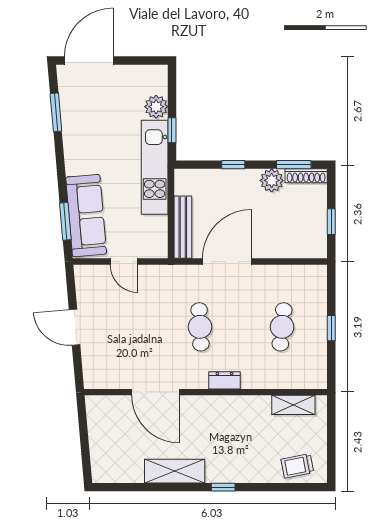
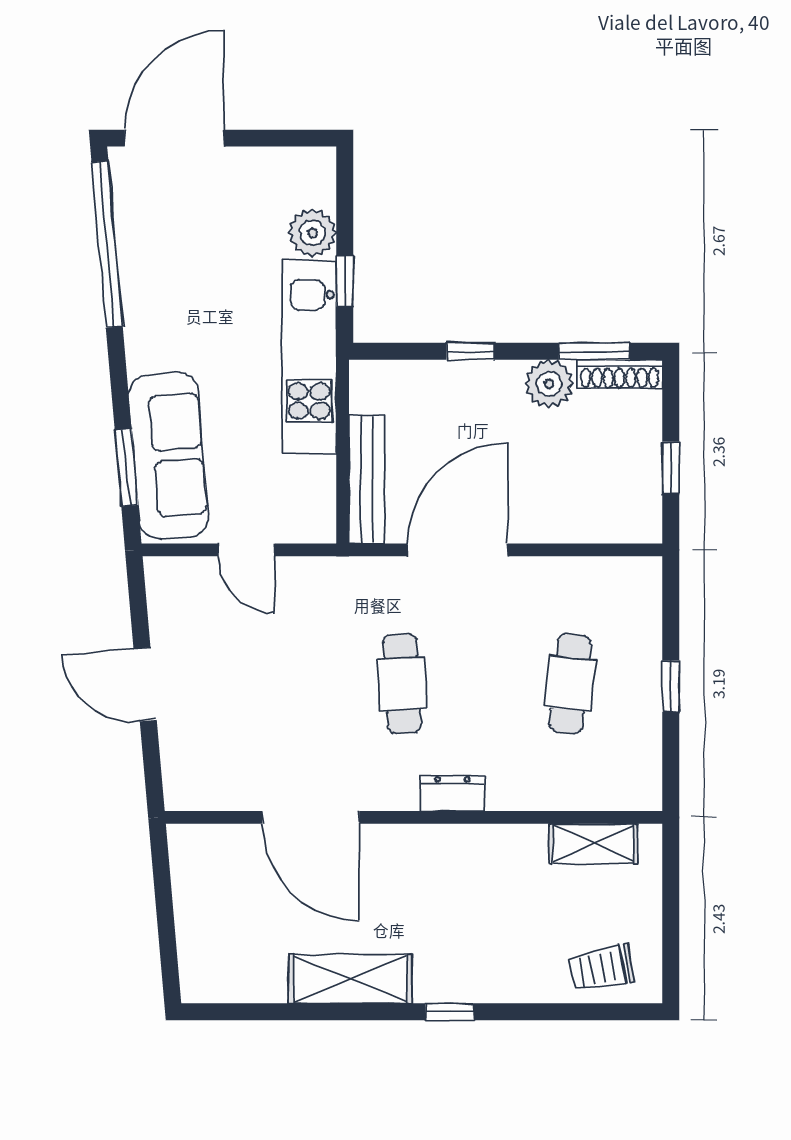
window: (56, 112) -> (107, 244), width x2.11

